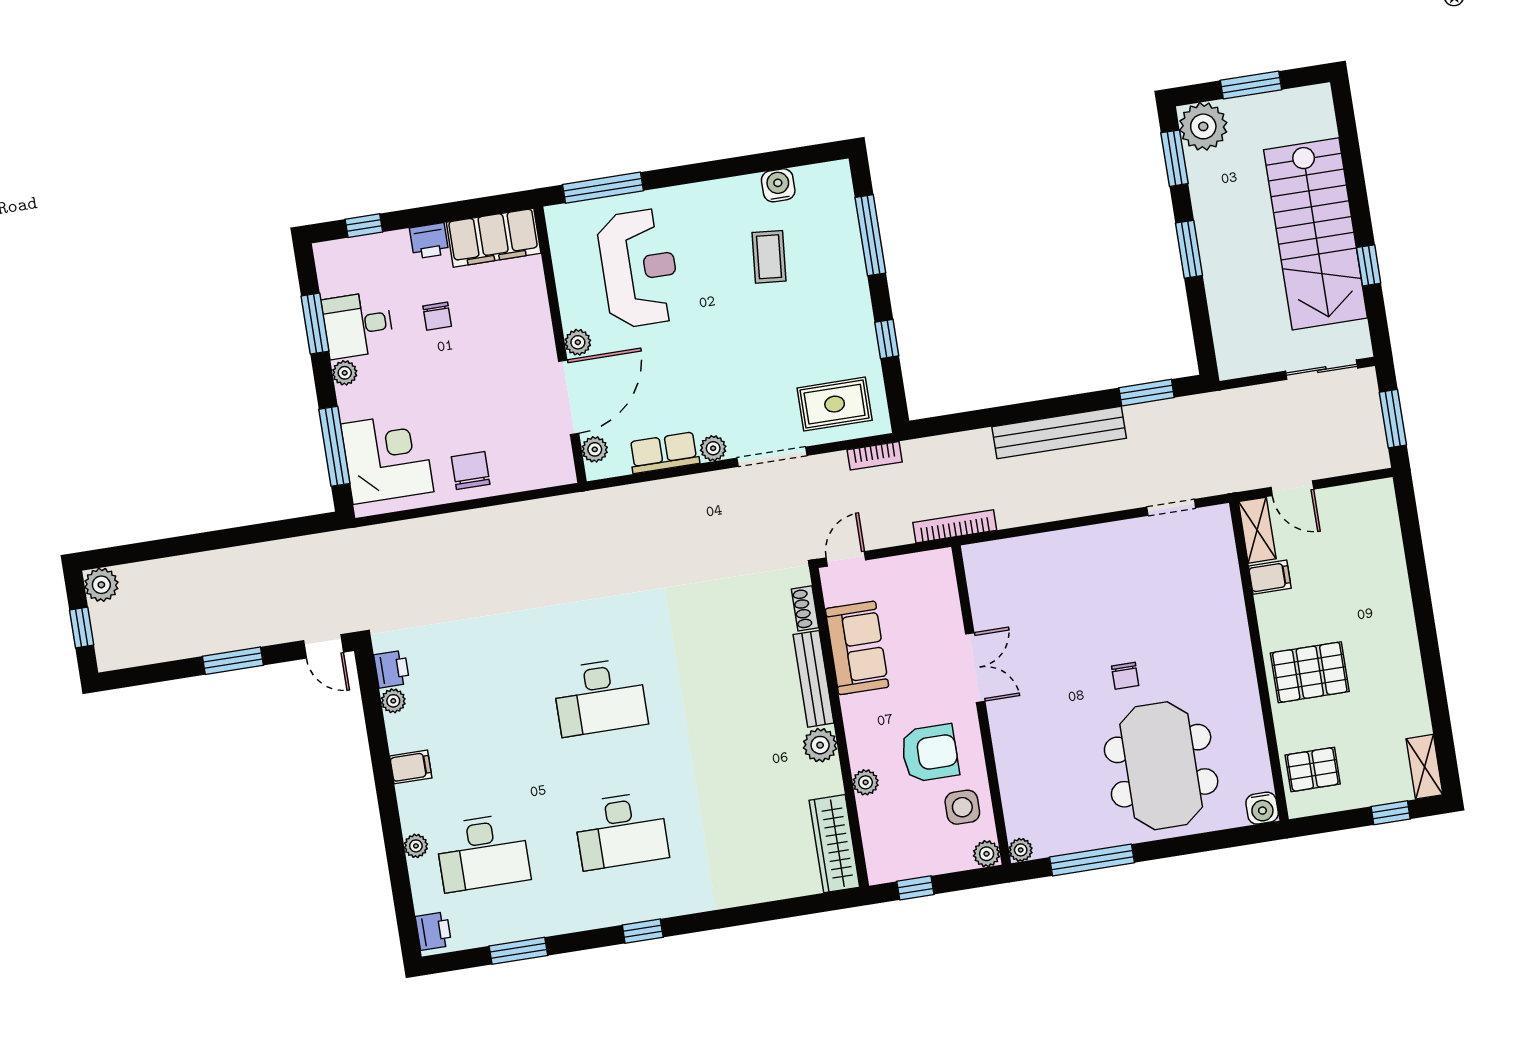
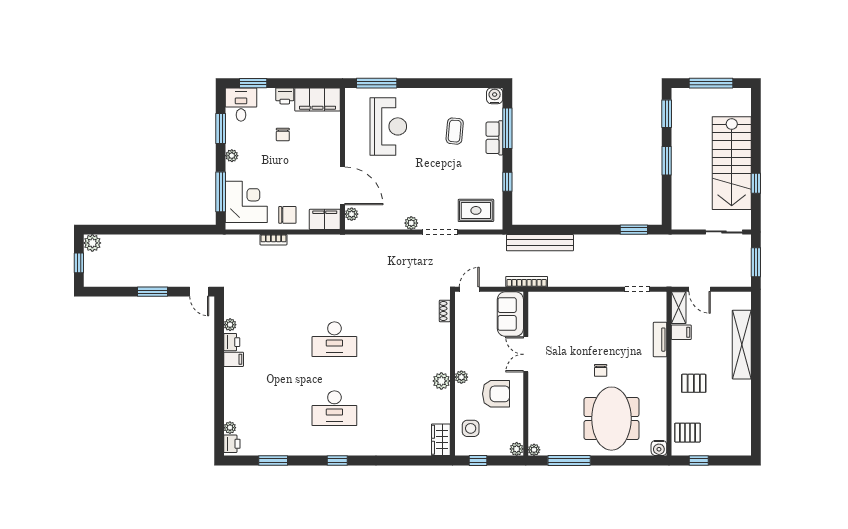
window: (1251, 85) -> (711, 83), width x1.44
plant: (1203, 126) -> (684, 100), removed
water cooler: (778, 185) -> (495, 96), moved
window: (364, 226) -> (253, 83), width x1.50
desk: (358, 325) -> (241, 105), moved, turned 90
plant: (578, 342) -> (352, 159), removed
door: (569, 397) -> (343, 186), hinge flipped
bench: (1059, 432) -> (540, 243), moved
row of seats: (664, 453) -> (494, 138), moved, turned -90
bookcase: (875, 456) -> (273, 240), moved
filing cabinet: (545, 468) -> (325, 219), added
chair: (471, 471) -> (287, 215), turned 90
tv unit: (1231, 598) -> (660, 340), added
sofa: (857, 648) -> (510, 314), moved, turned 180
double door: (975, 668) -> (526, 354), swing flipped
printer: (392, 669) -> (232, 342), moved
pallet: (1310, 672) -> (694, 383), width x0.67, depth x0.71
bench: (813, 679) -> (443, 347), removed
shelving: (1425, 767) -> (742, 345), moved, width x2.20, depth x1.33
plant: (866, 782) -> (461, 377), moved
side table: (962, 807) -> (471, 428), moved
window: (1391, 813) -> (699, 461), moved
wardrobe: (834, 844) -> (441, 440), width x0.67
plant: (416, 846) -> (230, 428), moved
desk: (483, 853) -> (263, 408), removed

